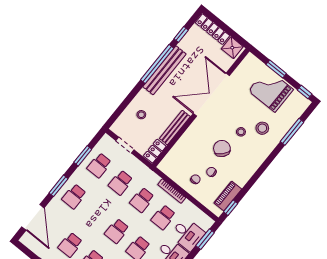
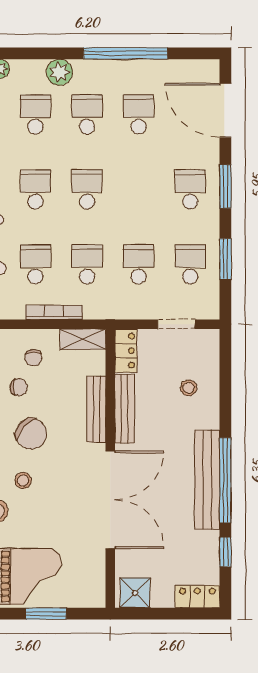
locker: (213, 29) -> (197, 597), width x0.66
bench: (187, 137) -> (96, 409), added
shelving: (169, 170) -> (83, 339), added

